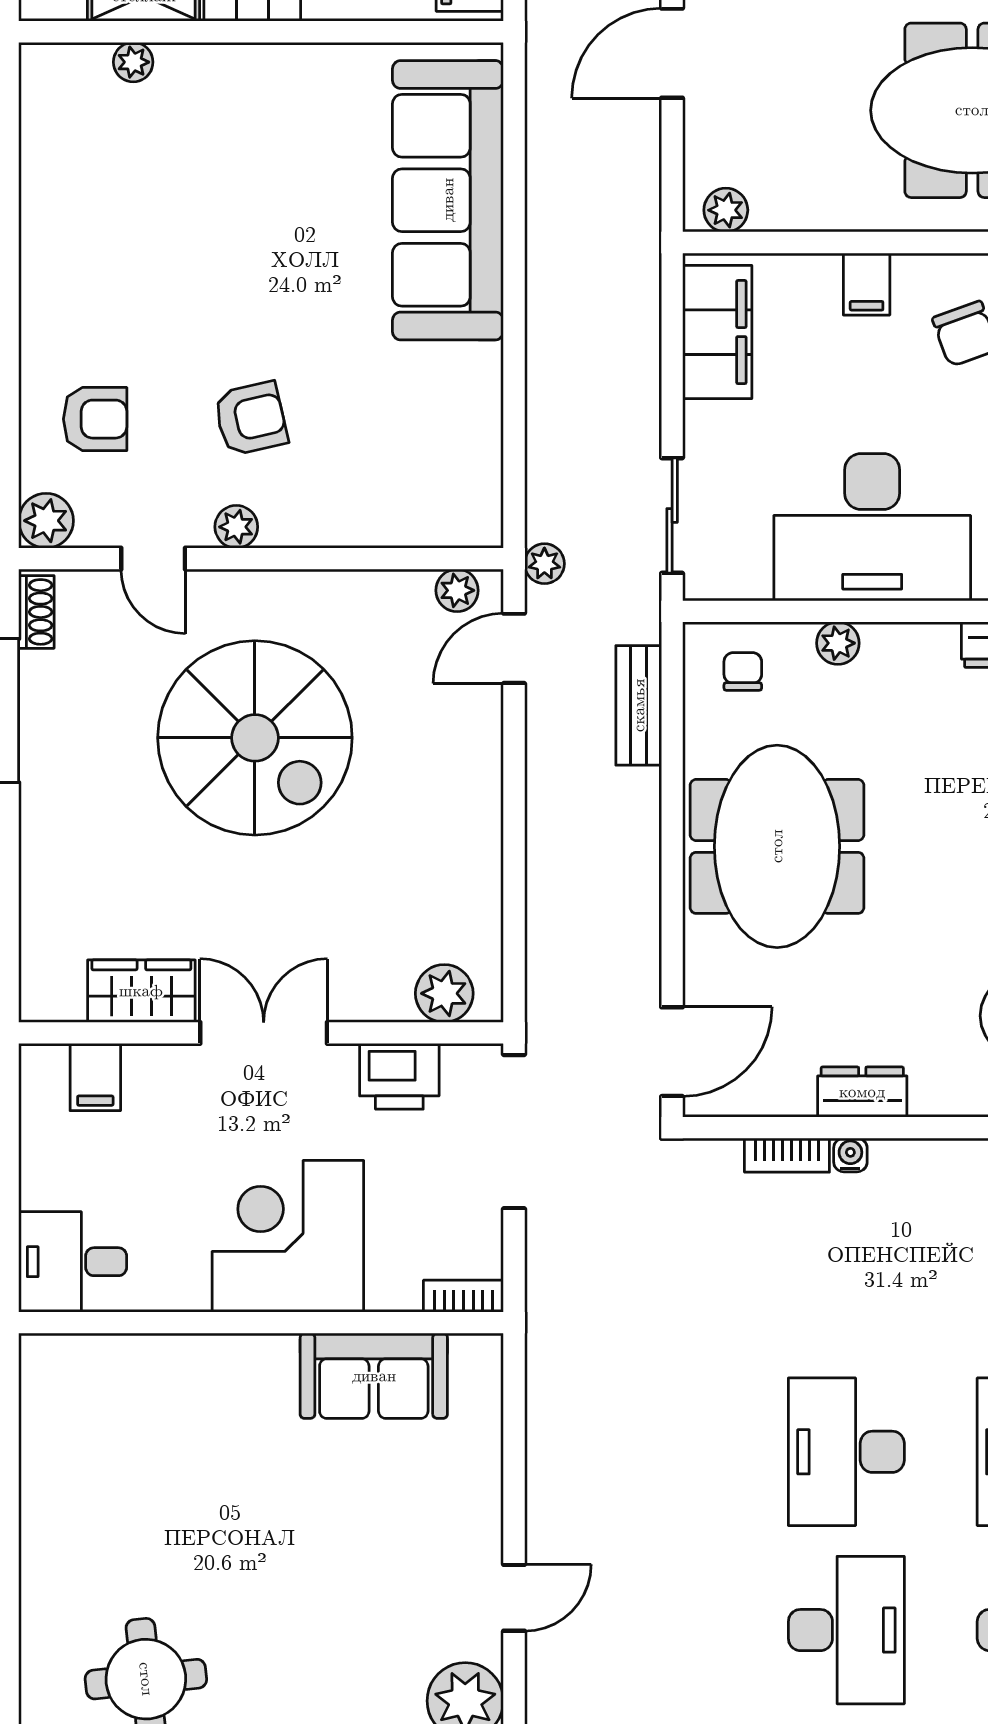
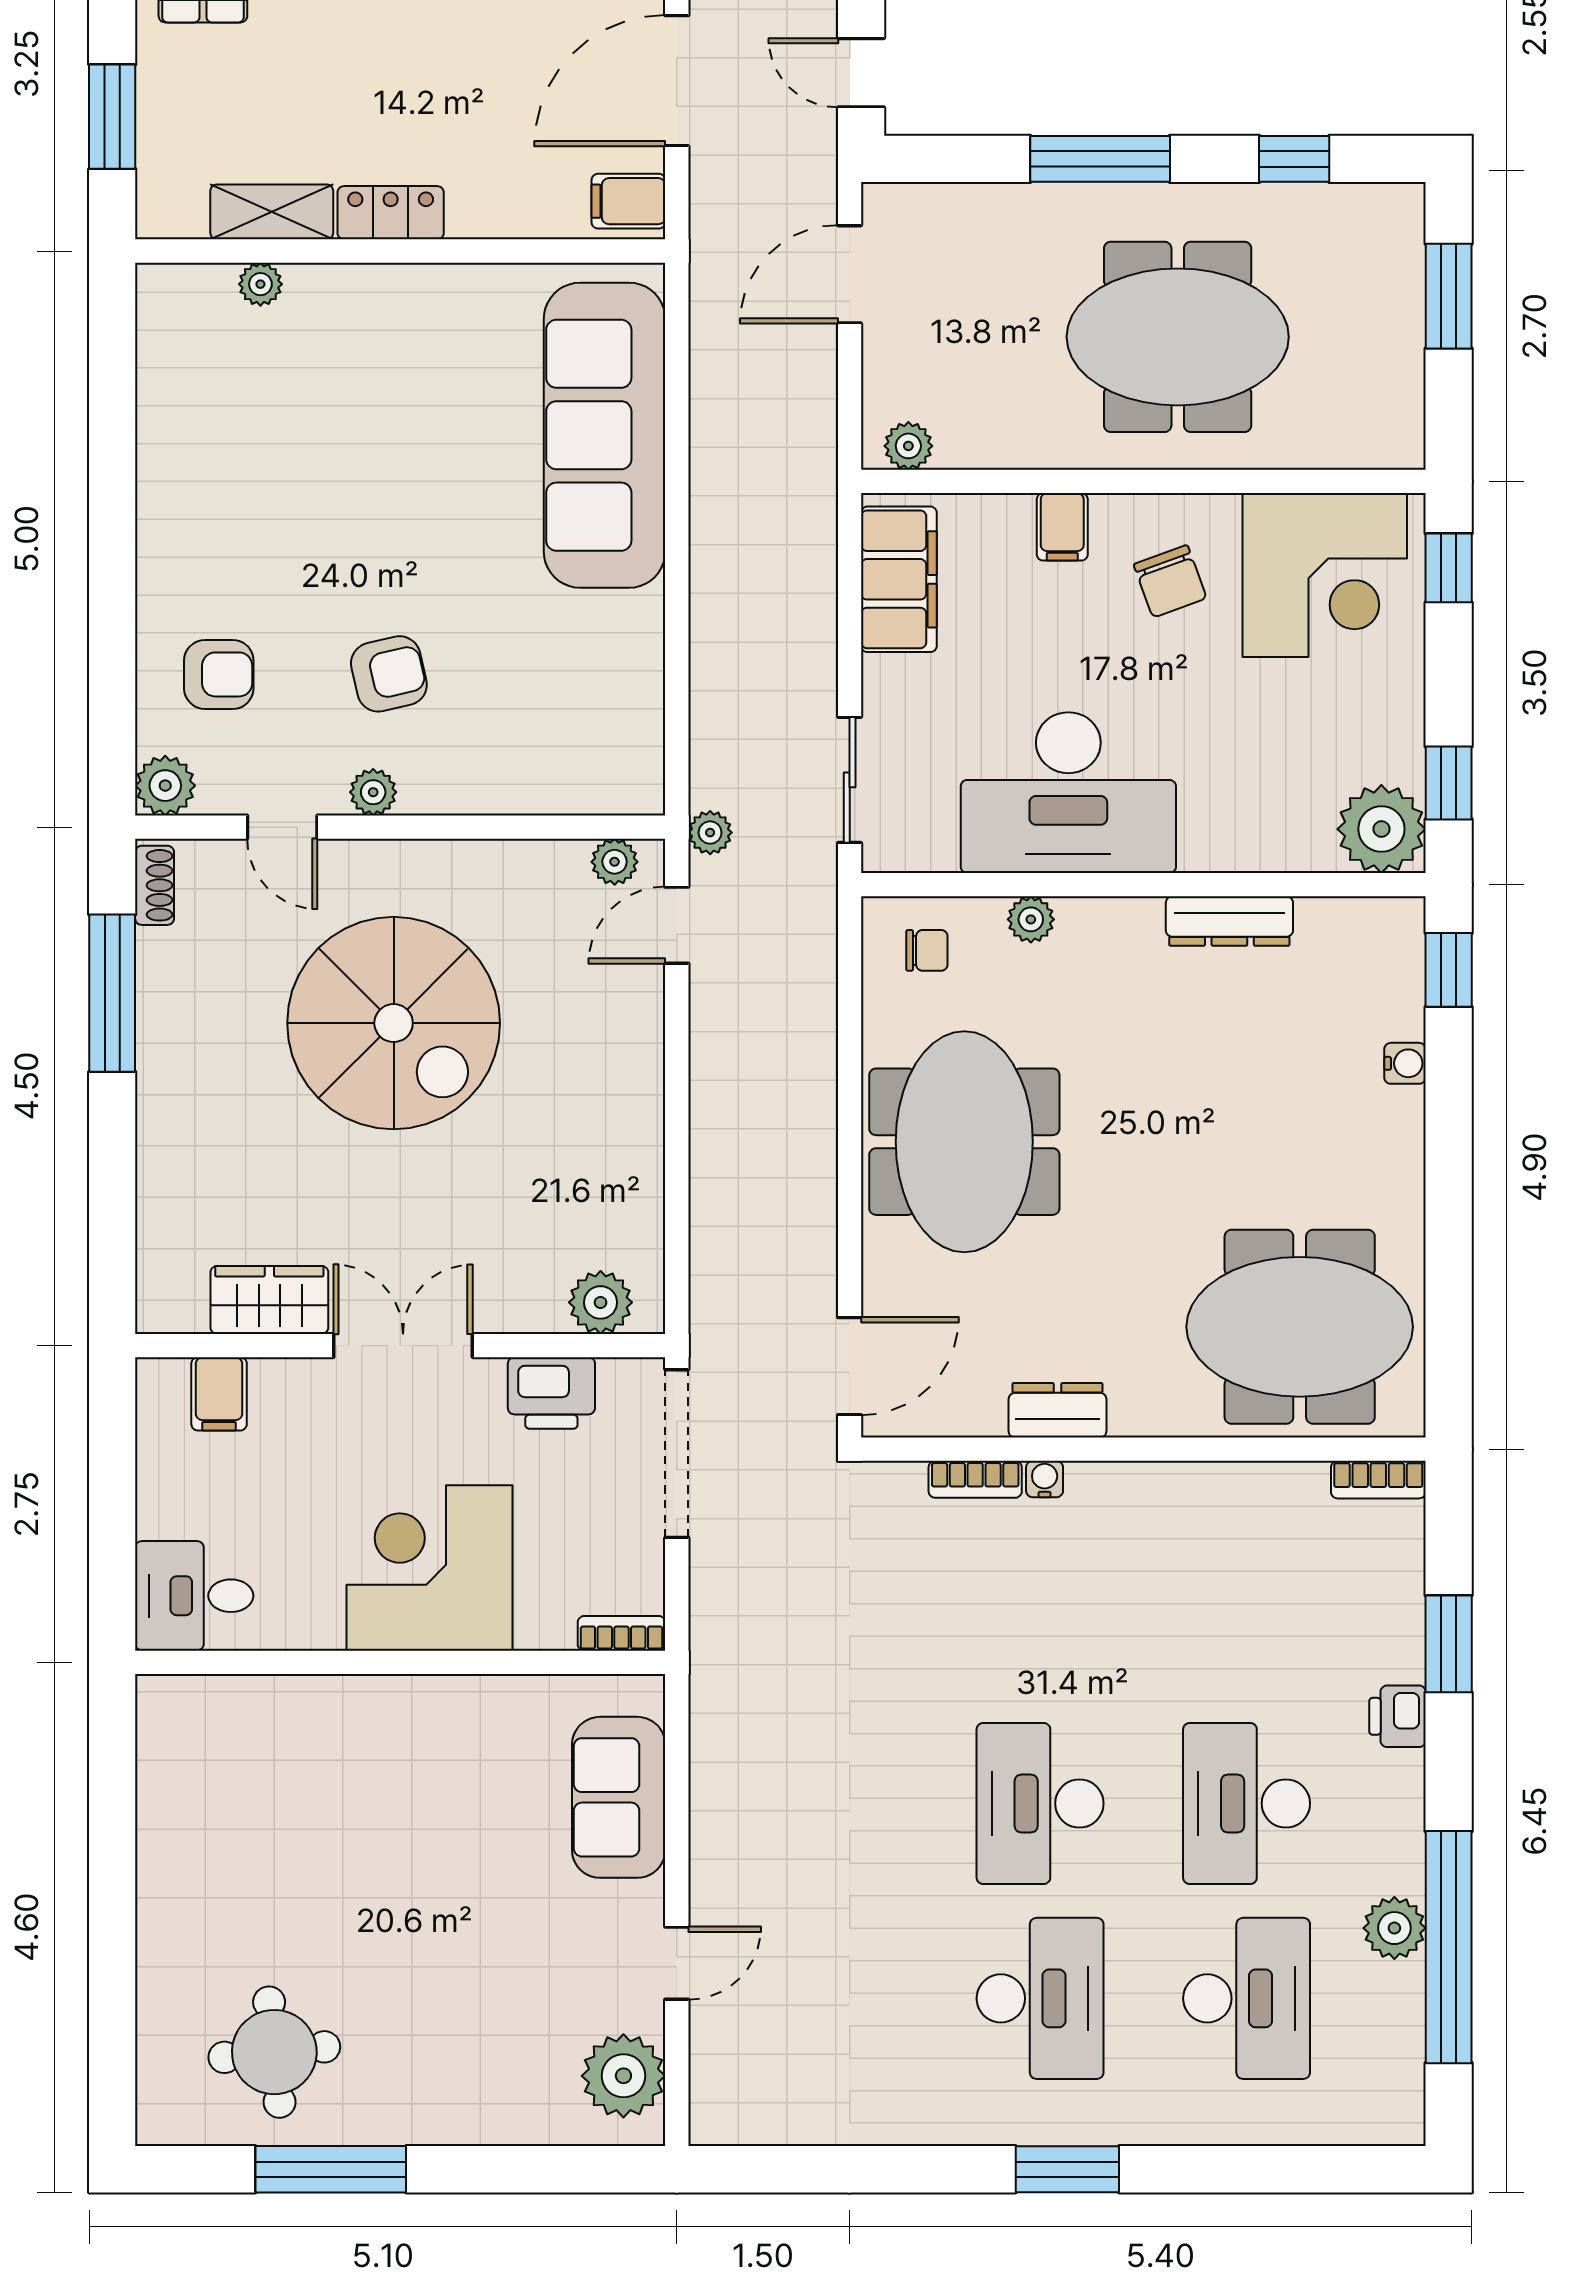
chair: (743, 671) -> (927, 950), turned 90
bench: (639, 705) -> (813, 988), removed
sofa: (374, 1376) -> (619, 1797), moved, turned 90

